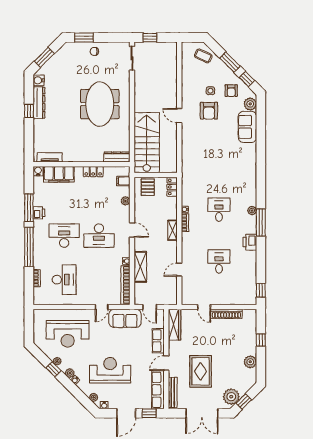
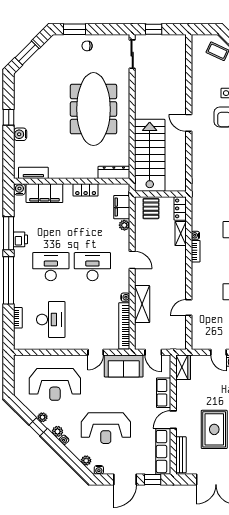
water cooler: (39, 80) -> (20, 134), moved
dresser: (39, 103) -> (21, 107), removed
meeting table: (100, 104) -> (93, 109), width x1.36
filing cabinet: (123, 181) -> (122, 207), width x2.00
shelving: (172, 230) -> (181, 233), moved
desk: (99, 236) -> (92, 267), turned 180
wardrobe: (175, 325) -> (183, 367), width x0.67
reception desk: (110, 370) -> (106, 428), turned 180

